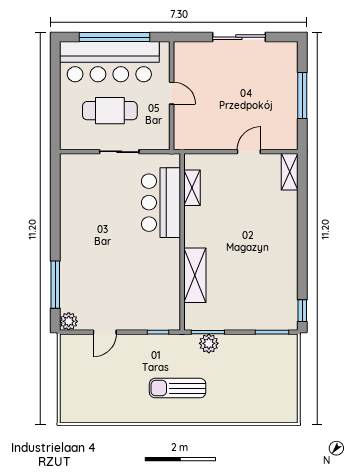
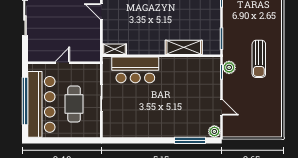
shelving: (192, 188) -> (114, 49), moved
plant: (209, 343) -> (229, 67), moved

